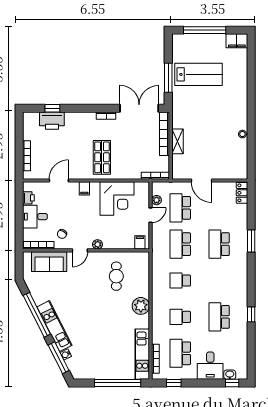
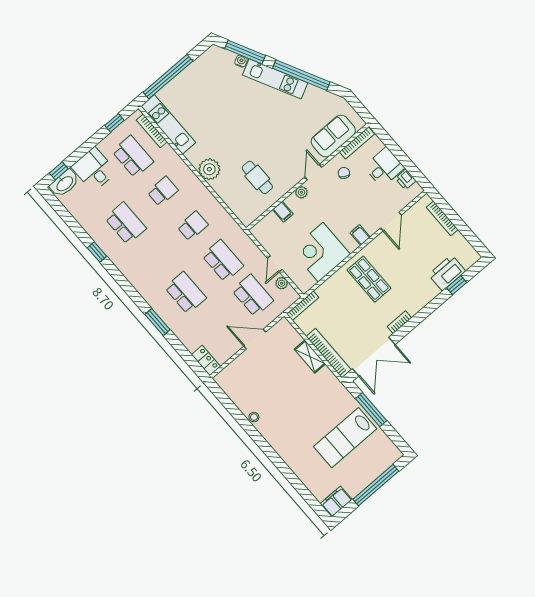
filing cabinet: (140, 242) -> (283, 212), moved
washbasin: (230, 375) -> (64, 183), width x1.91, depth x1.45

